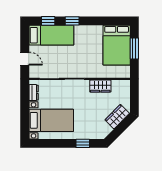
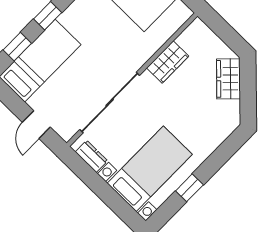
door: (25, 59) -> (36, 125), swing flipped
window: (83, 143) -> (189, 188), moved

